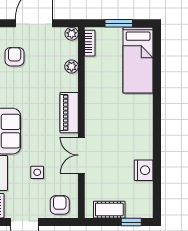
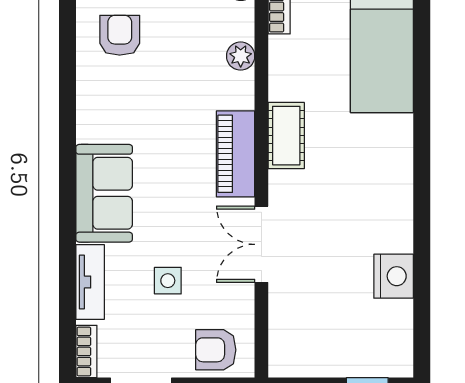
armchair: (60, 205) -> (216, 350), turned -90
cot: (109, 210) -> (286, 136), moved, turned 90

